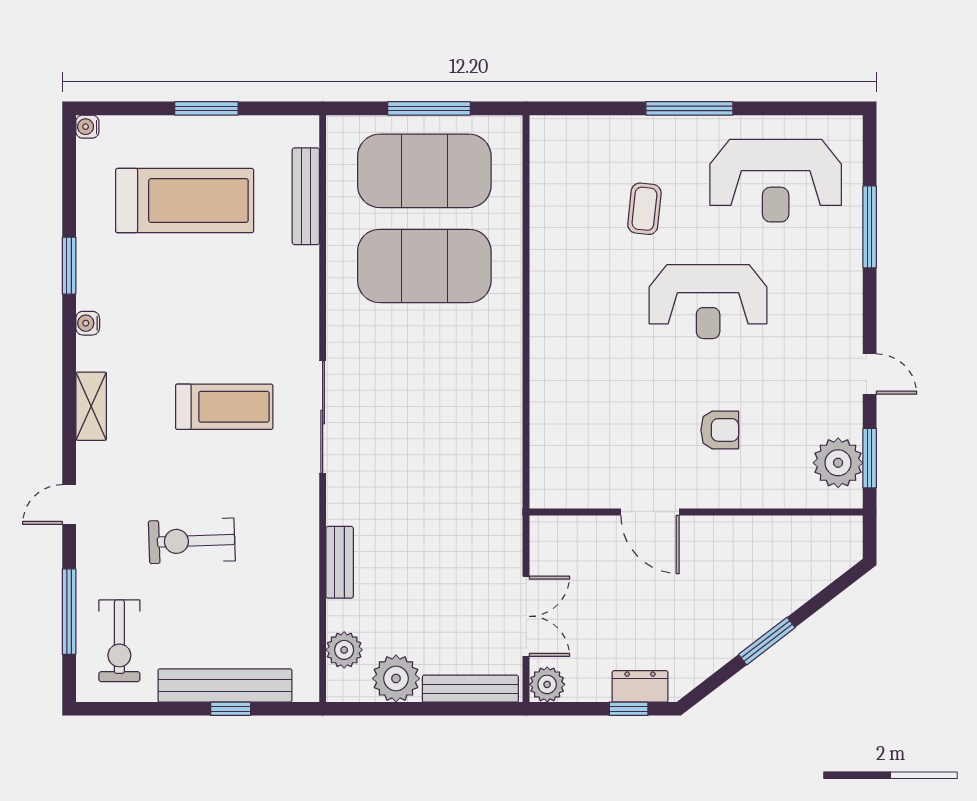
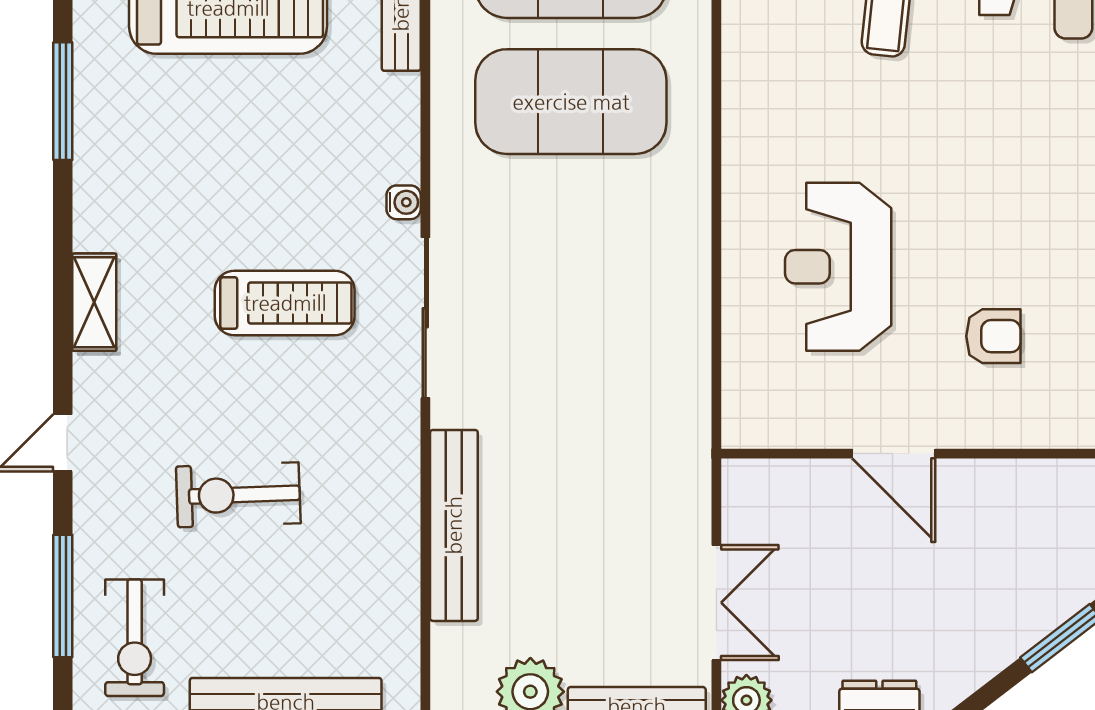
window: (69, 266) -> (63, 101), width x1.44
reception desk: (708, 302) -> (838, 267), moved, turned 90
water cooler: (88, 323) -> (404, 202), moved, turned 180
bench: (340, 562) -> (454, 525), width x1.86, depth x1.21
plant: (344, 650) -> (456, 651), removed

